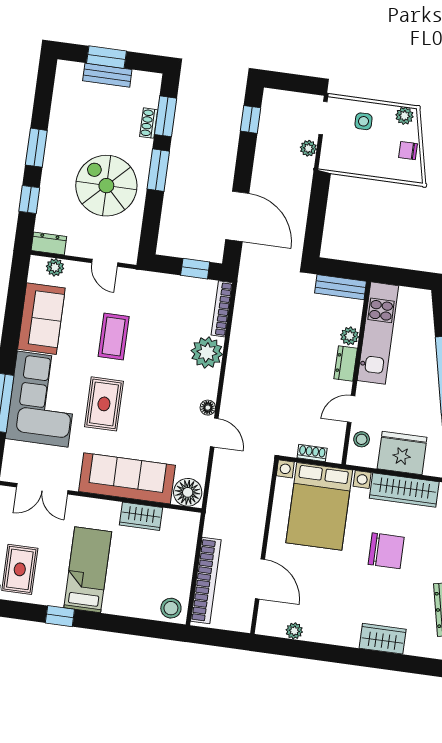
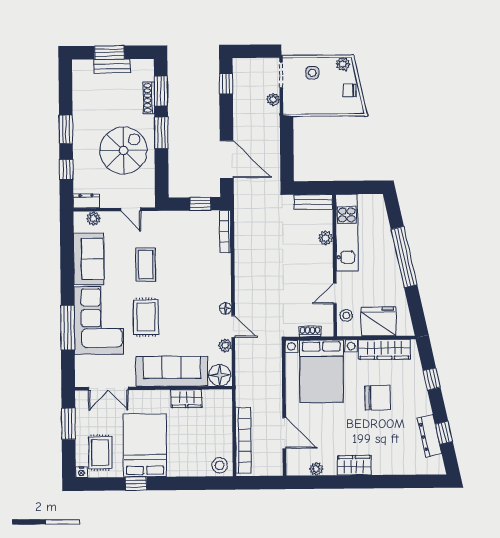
shoe rack: (149, 123) -> (149, 98), width x1.43
spiral stairs: (106, 186) -> (124, 150), turned 90
plant: (207, 353) -> (225, 345), moved, width x0.53, depth x0.53
dresser: (346, 364) -> (326, 259), removed
bed: (88, 570) -> (145, 445), width x1.50
wardrobe: (383, 639) -> (354, 465), moved

